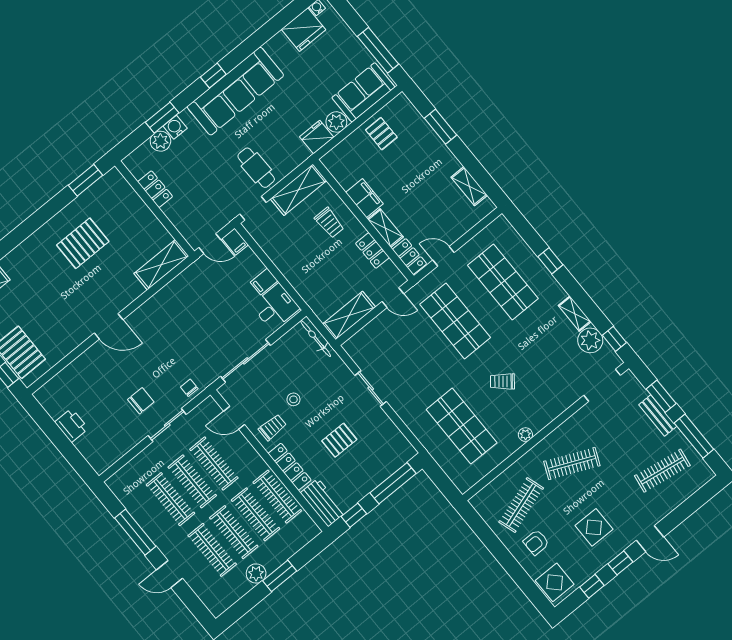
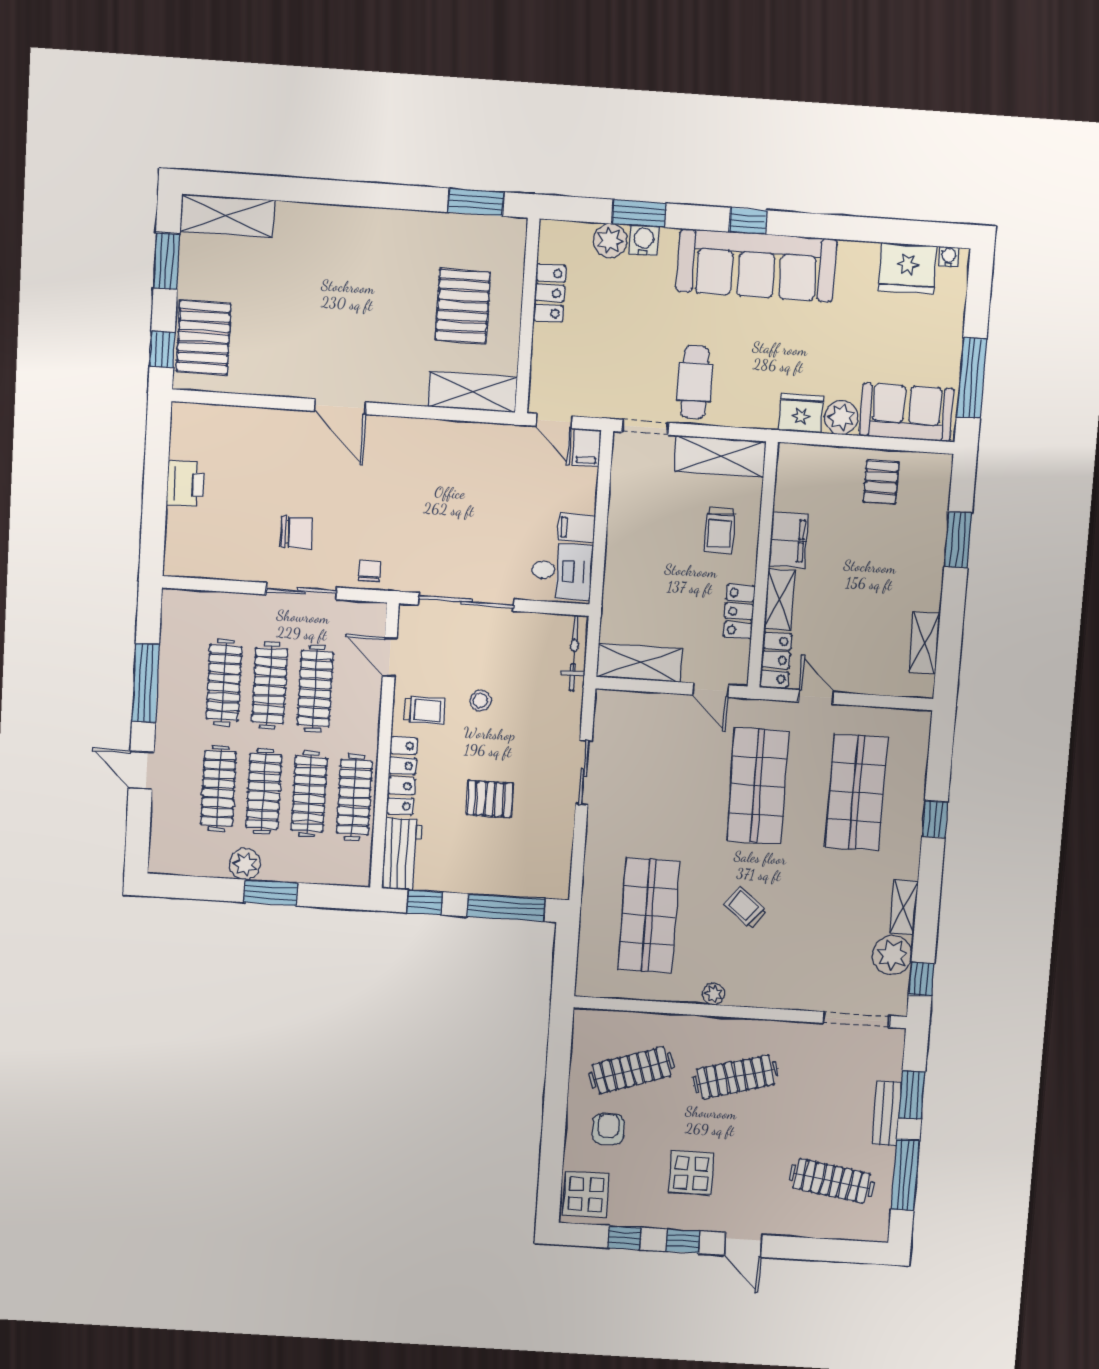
pallet: (83, 243) -> (463, 306), moved, turned 90
clothes rail: (572, 463) -> (736, 1077), turned -39
armchair: (536, 542) -> (608, 1129), turned 90

